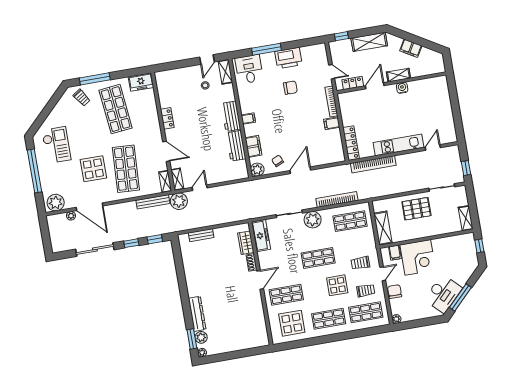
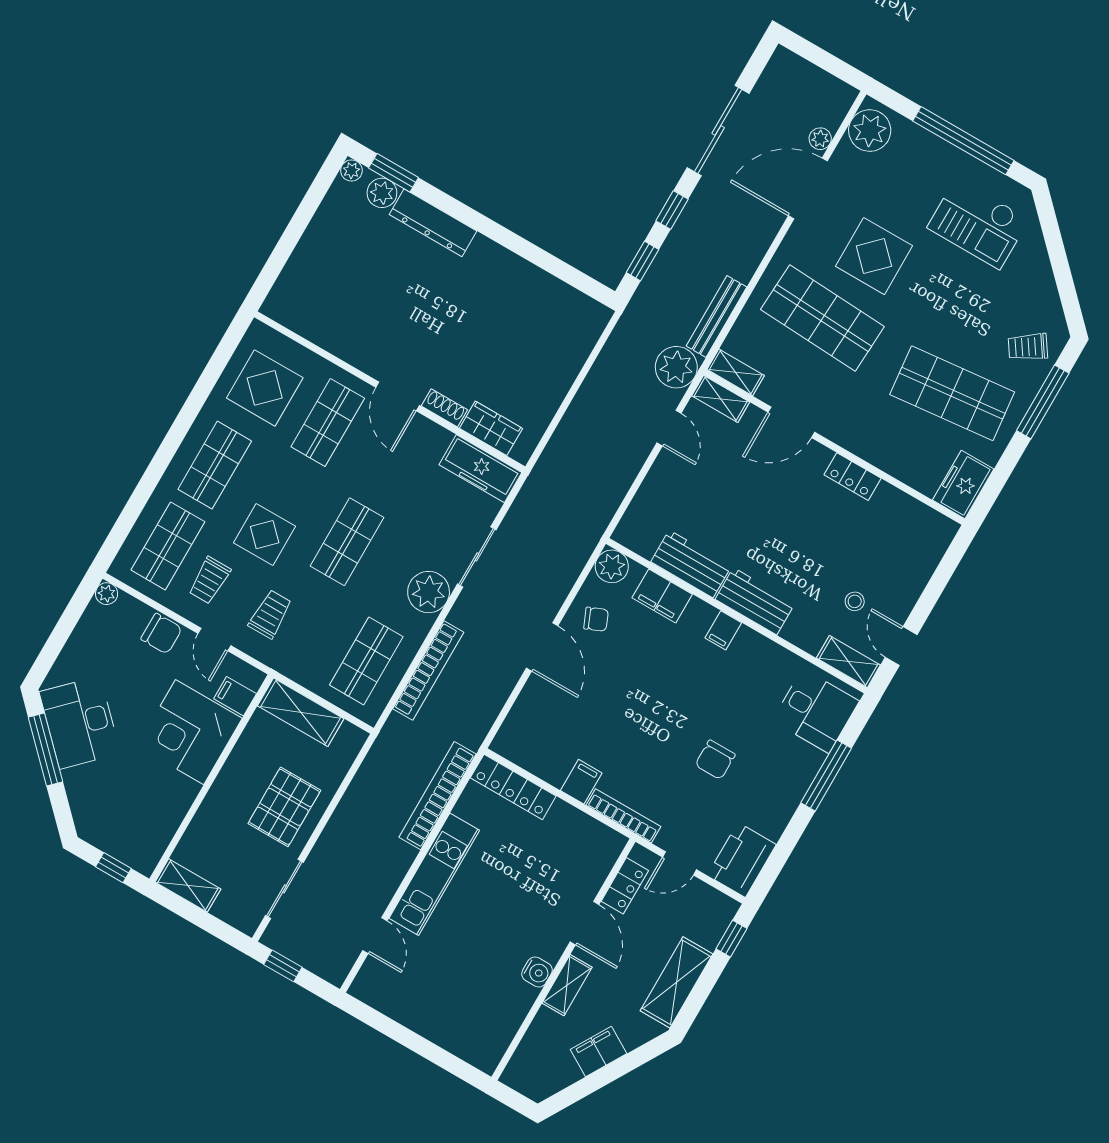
printer: (288, 58) -> (742, 860), moved
bench: (201, 235) -> (576, 356), removed

